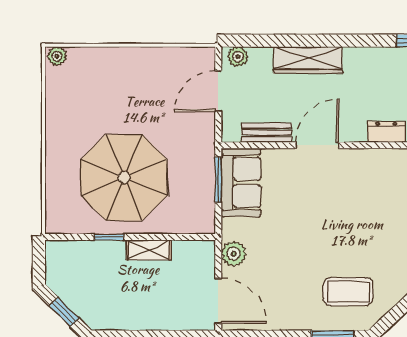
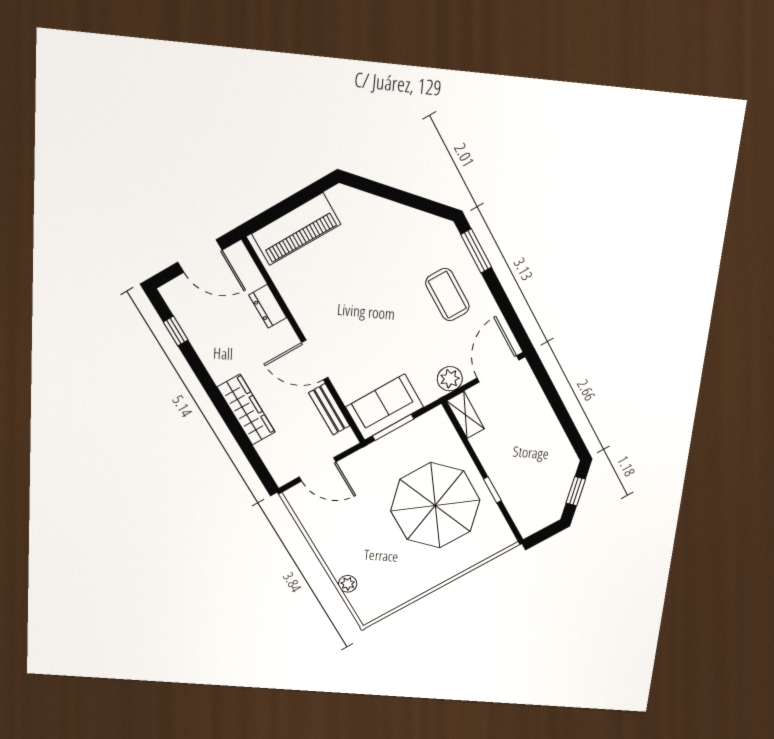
plant: (57, 56) -> (348, 584), moved
plant: (238, 57) -> (279, 470), removed
shelving: (149, 250) -> (465, 415), moved
coffee table: (348, 292) -> (447, 295), moved

